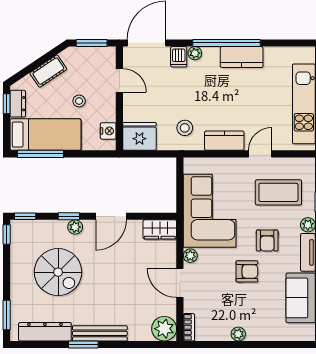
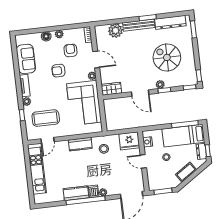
dishwasher: (179, 57) -> (94, 191), moved
door: (119, 80) -> (143, 161), moved
door: (260, 154) -> (47, 140), moved
door: (111, 216) -> (140, 93), swing flipped
armchair: (267, 241) -> (70, 50), moved
plant: (164, 329) -> (115, 31), moved
floor lamp: (261, 333) -> (46, 36), added

